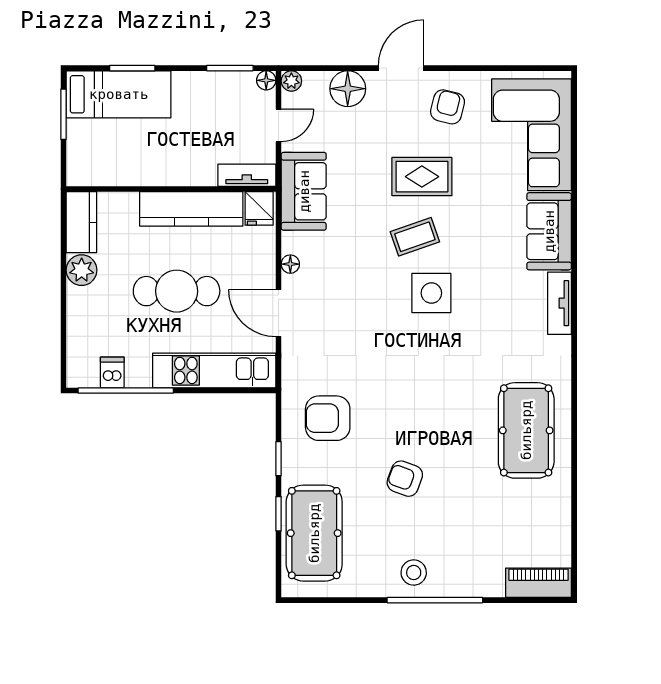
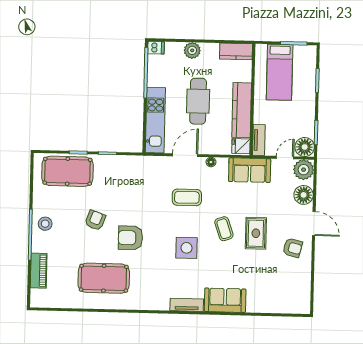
floor lamp: (266, 80) -> (305, 147), width x1.89, depth x1.89
plant: (291, 81) -> (304, 170), width x1.87, depth x1.87
bed: (119, 94) -> (280, 72), moved
door: (278, 125) -> (285, 158), swing flipped
corner sofa: (532, 135) -> (277, 292), removed
plant: (82, 270) -> (192, 50), moved
side table: (431, 293) -> (187, 248), moved
coffee table: (358, 308) -> (187, 197), added
dishwasher: (112, 373) -> (156, 48), moved
armchair: (328, 418) -> (130, 238), moved, turned -90
pool table: (526, 430) -> (104, 278), moved
piano: (538, 583) -> (39, 271), moved

